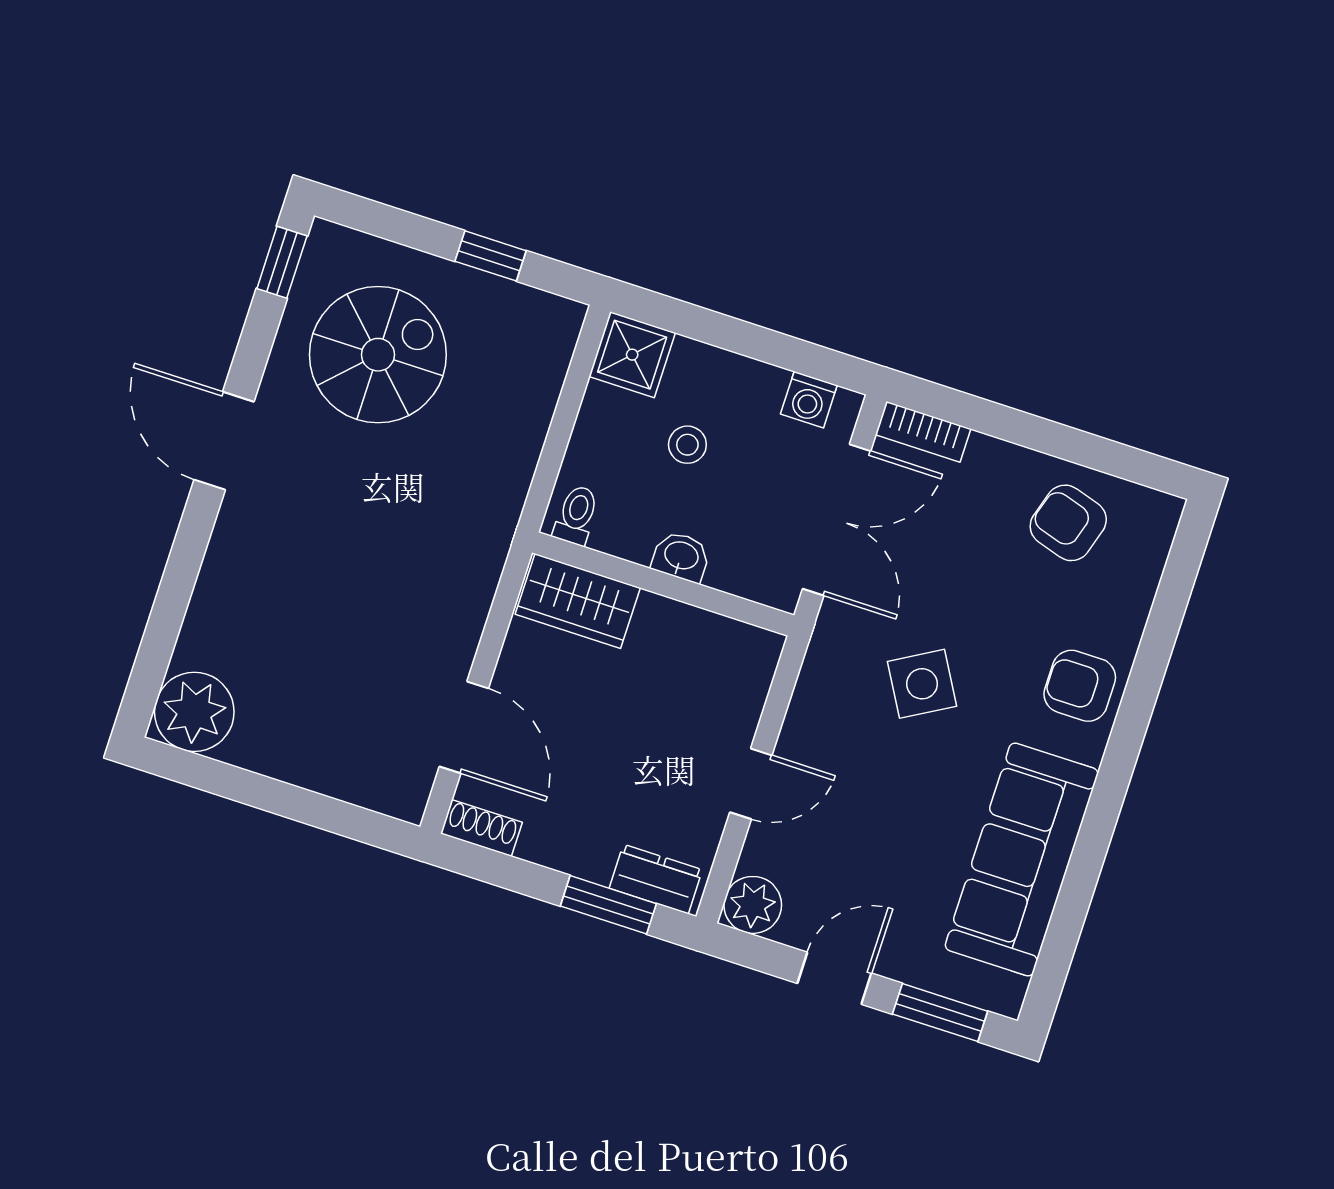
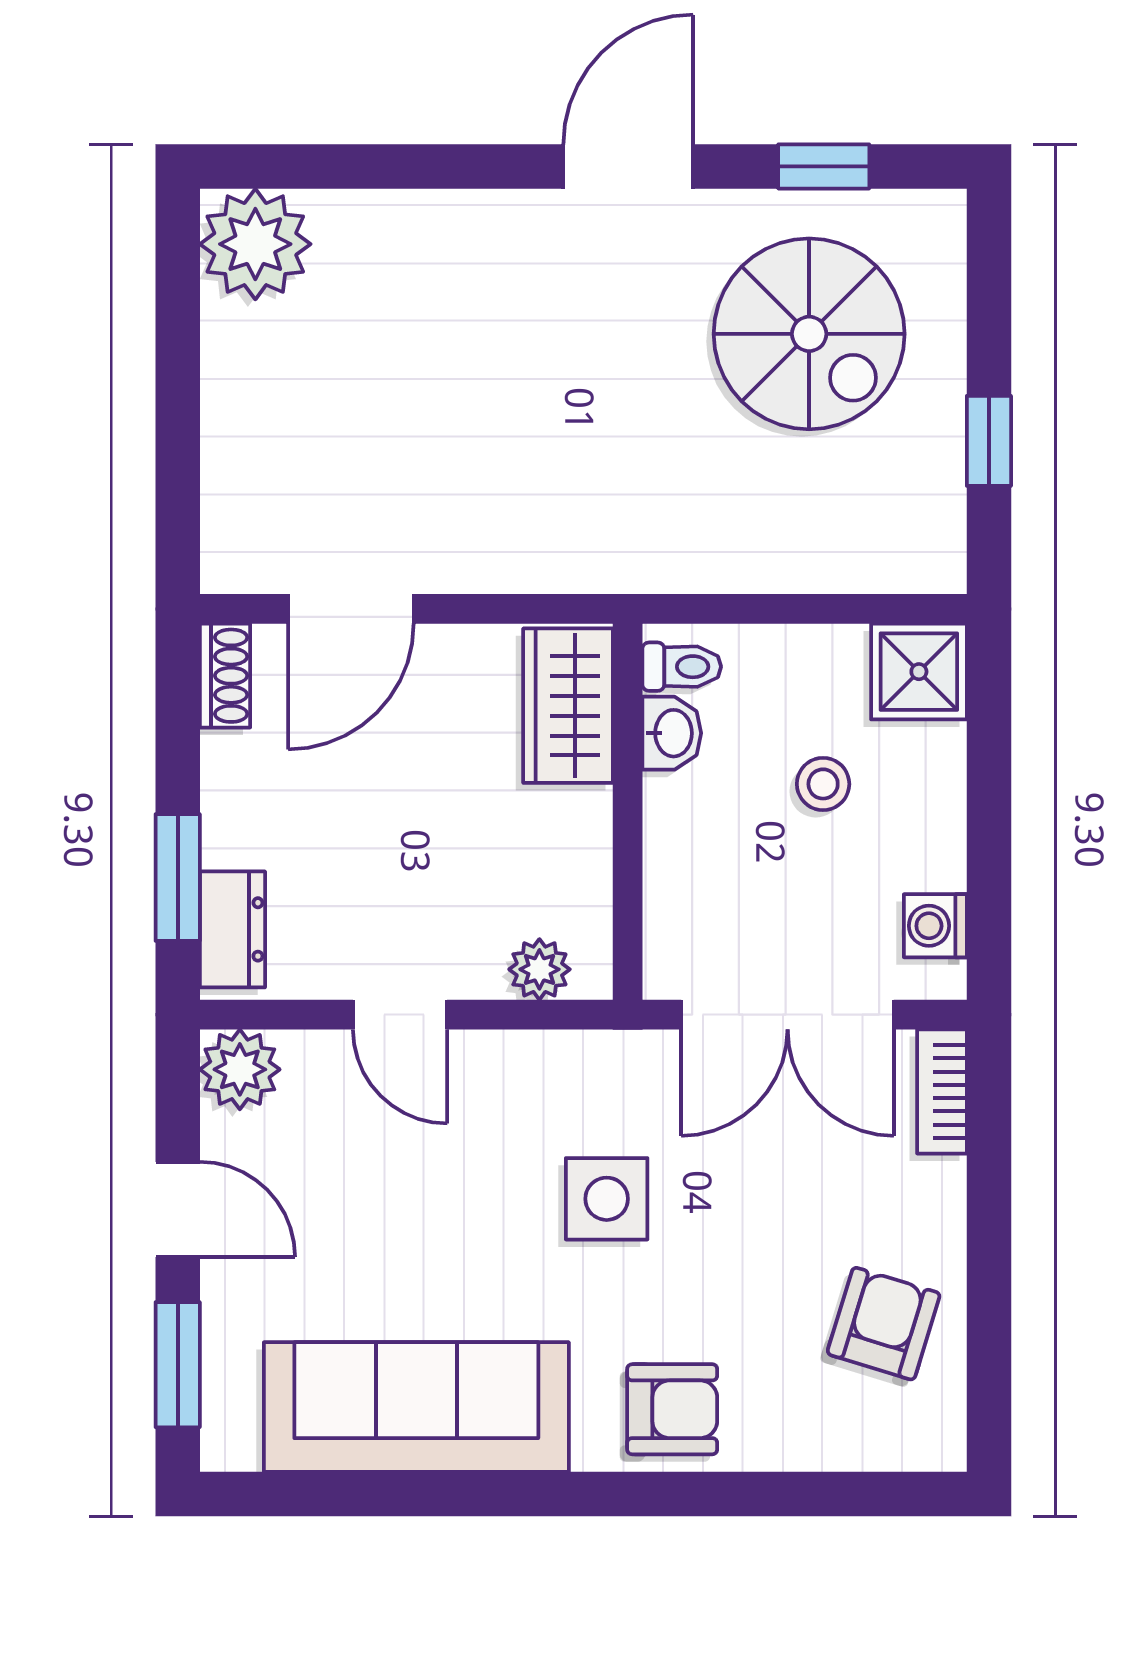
window: (282, 262) -> (824, 166), moved
washbasin: (681, 557) -> (672, 733), moved
plant: (751, 679) -> (539, 969), added
side table: (922, 684) -> (607, 1199), turned 30
armchair: (1080, 686) -> (672, 1409), turned 90

